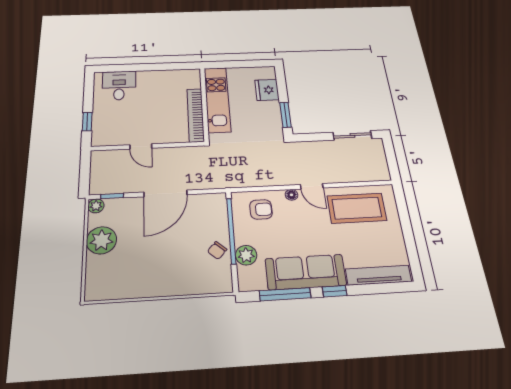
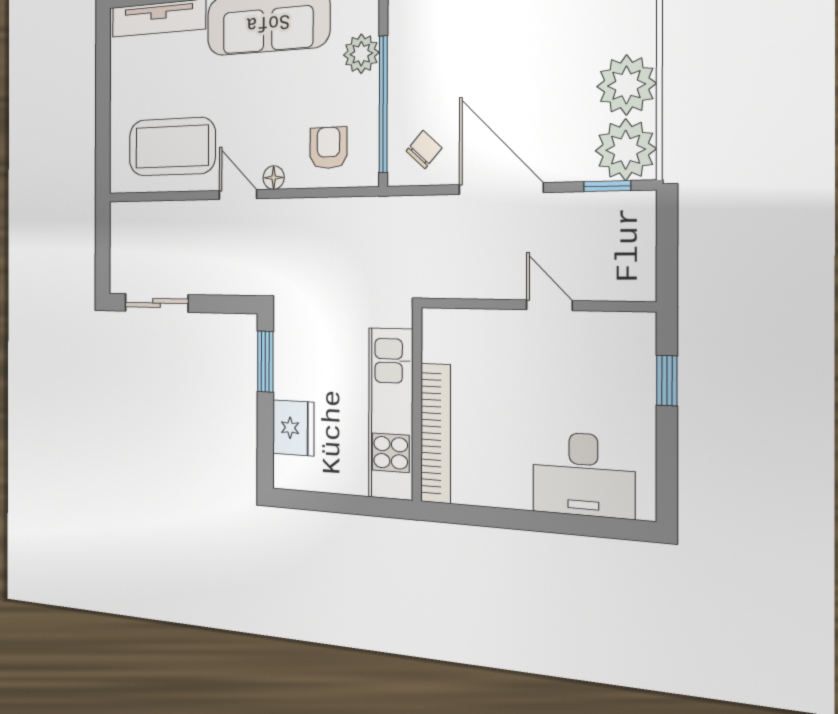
desk: (119, 85) -> (583, 475), width x1.37
bookcase: (195, 115) -> (436, 433), moved
door: (165, 193) -> (501, 189), hinge flipped
plant: (96, 206) -> (626, 150), width x1.88, depth x1.88
armchair: (261, 209) -> (328, 148), turned 90
chair: (217, 250) -> (424, 150), moved

